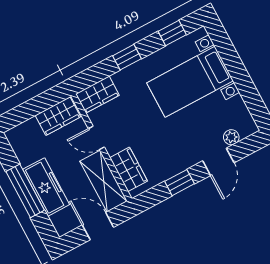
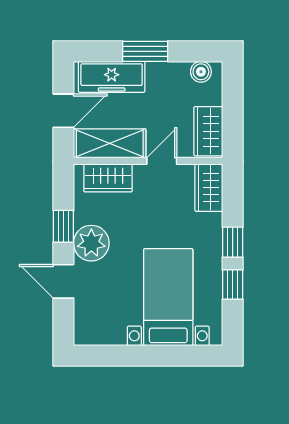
window: (172, 33) -> (233, 285), moved
plant: (231, 137) -> (91, 243), moved, width x1.88, depth x1.88
boiler: (19, 144) -> (201, 72), added
freezer: (46, 187) -> (112, 77), moved
window: (25, 191) -> (145, 51), width x0.69

